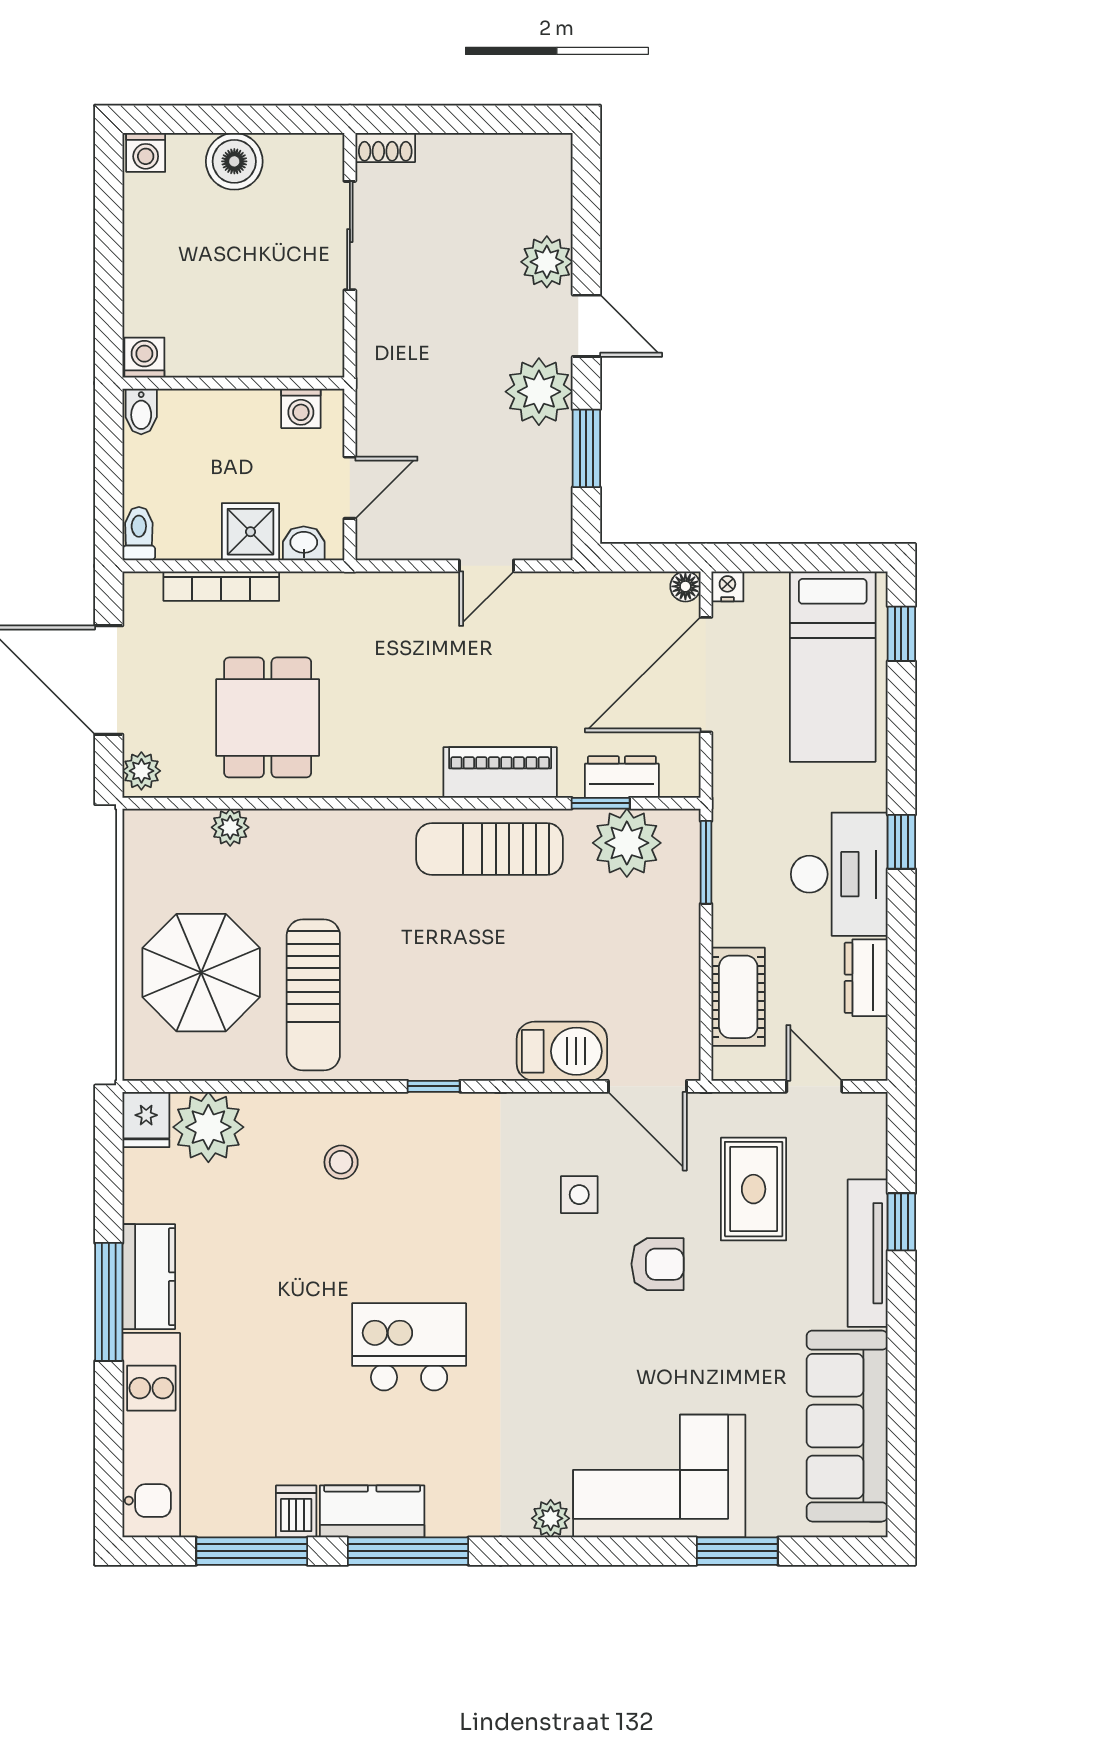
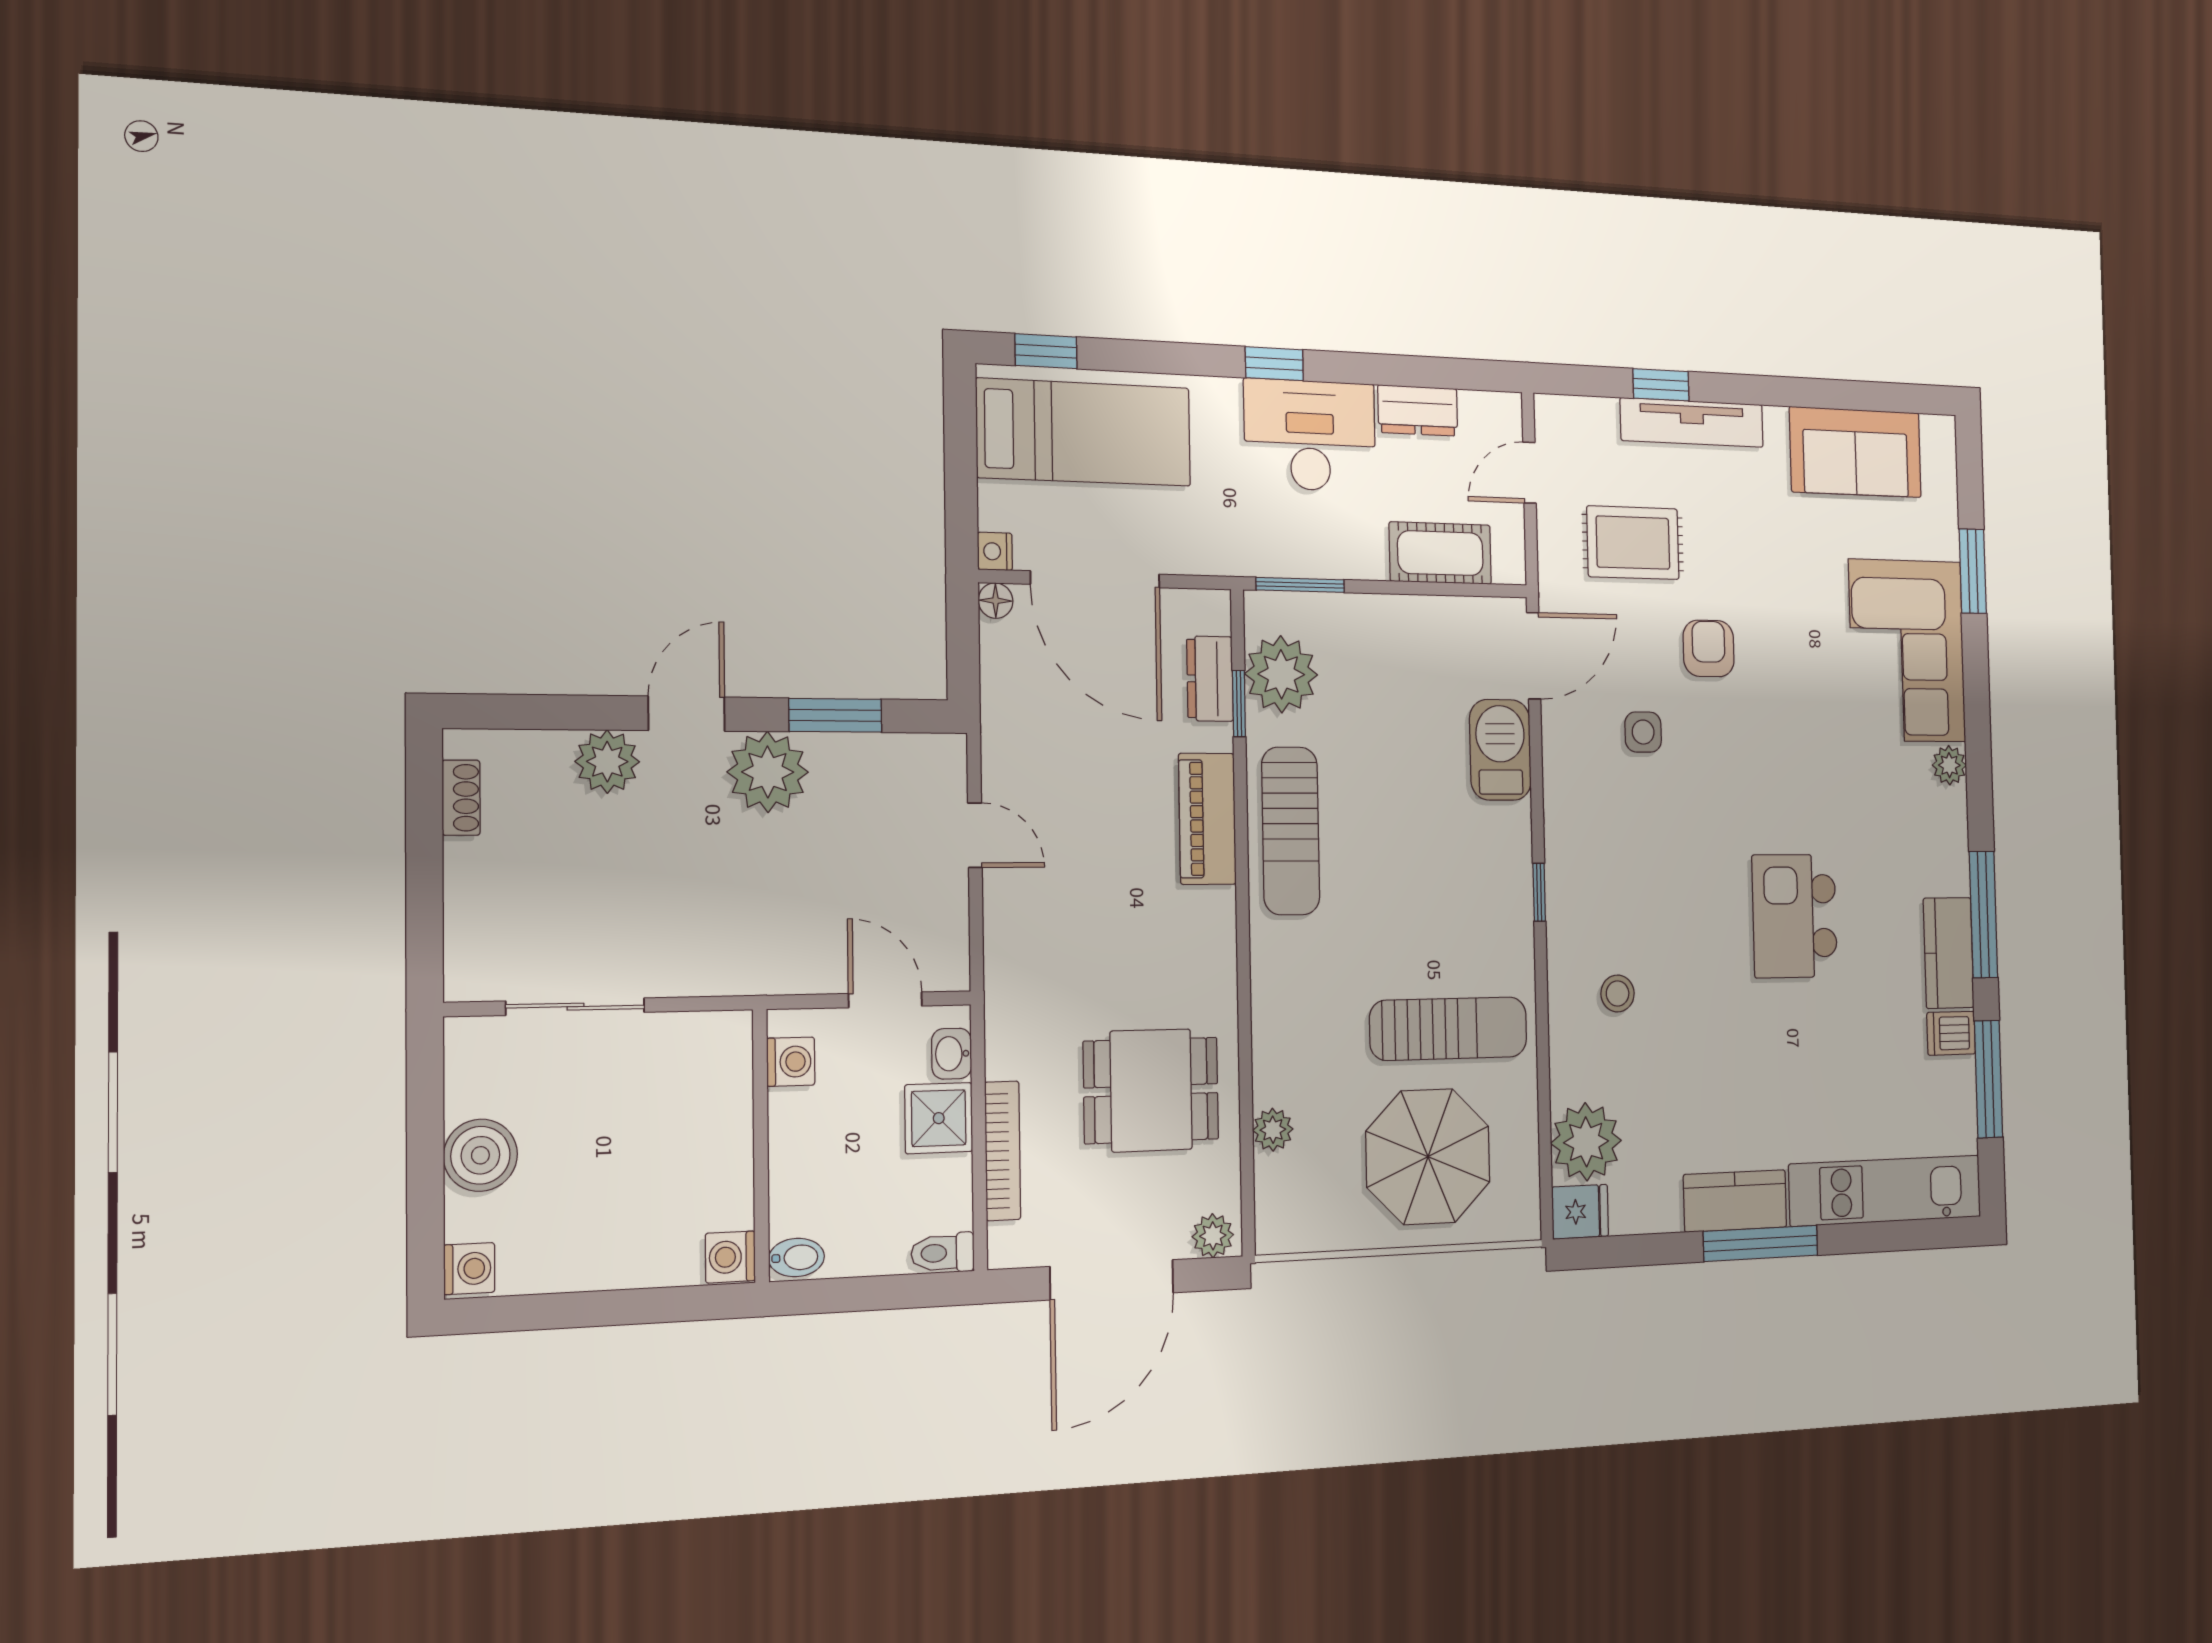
shoe rack: (385, 148) -> (461, 798), moved
sofa: (847, 1426) -> (1856, 452), width x0.73

